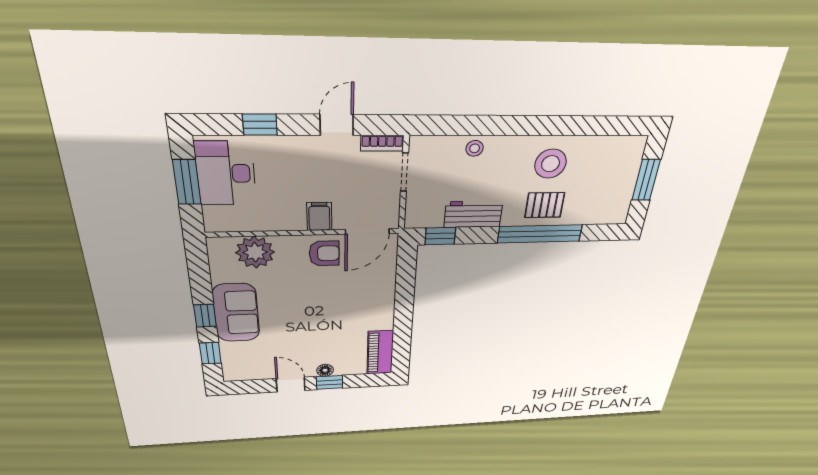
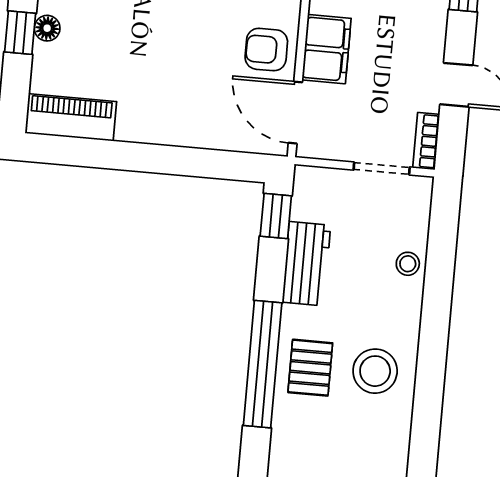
filing cabinet: (319, 216) -> (326, 49), width x2.00
armchair: (324, 253) -> (266, 50), turned 90

